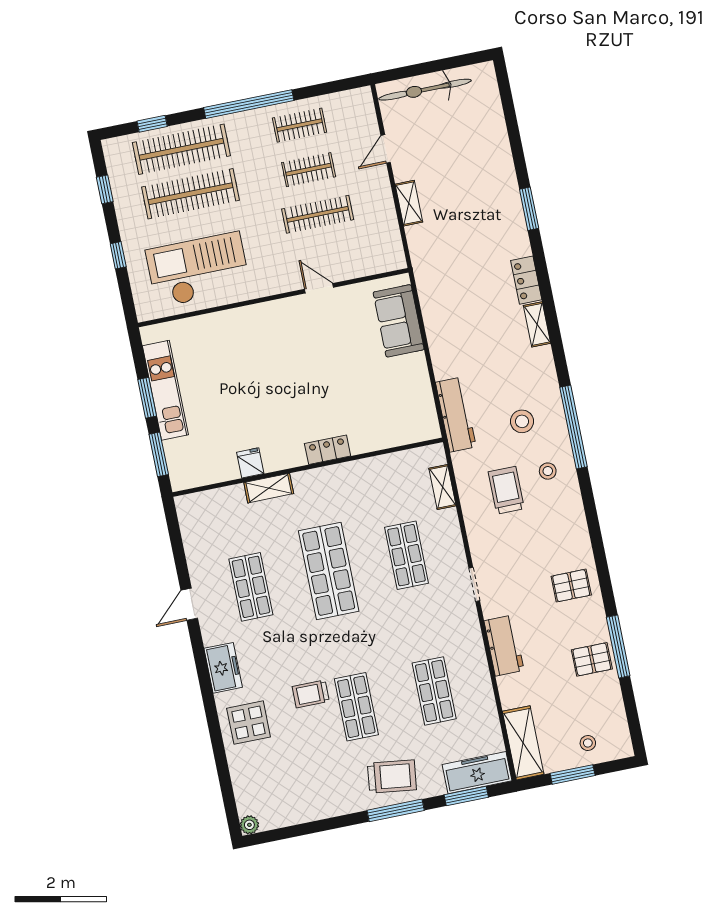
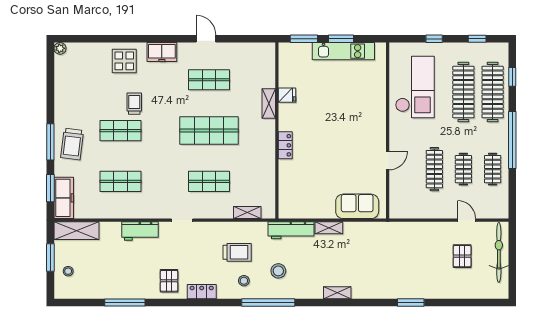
shelving: (409, 203) -> (329, 228), moved
locker: (526, 280) -> (202, 292), moved
pallet: (592, 659) -> (462, 256), moved

